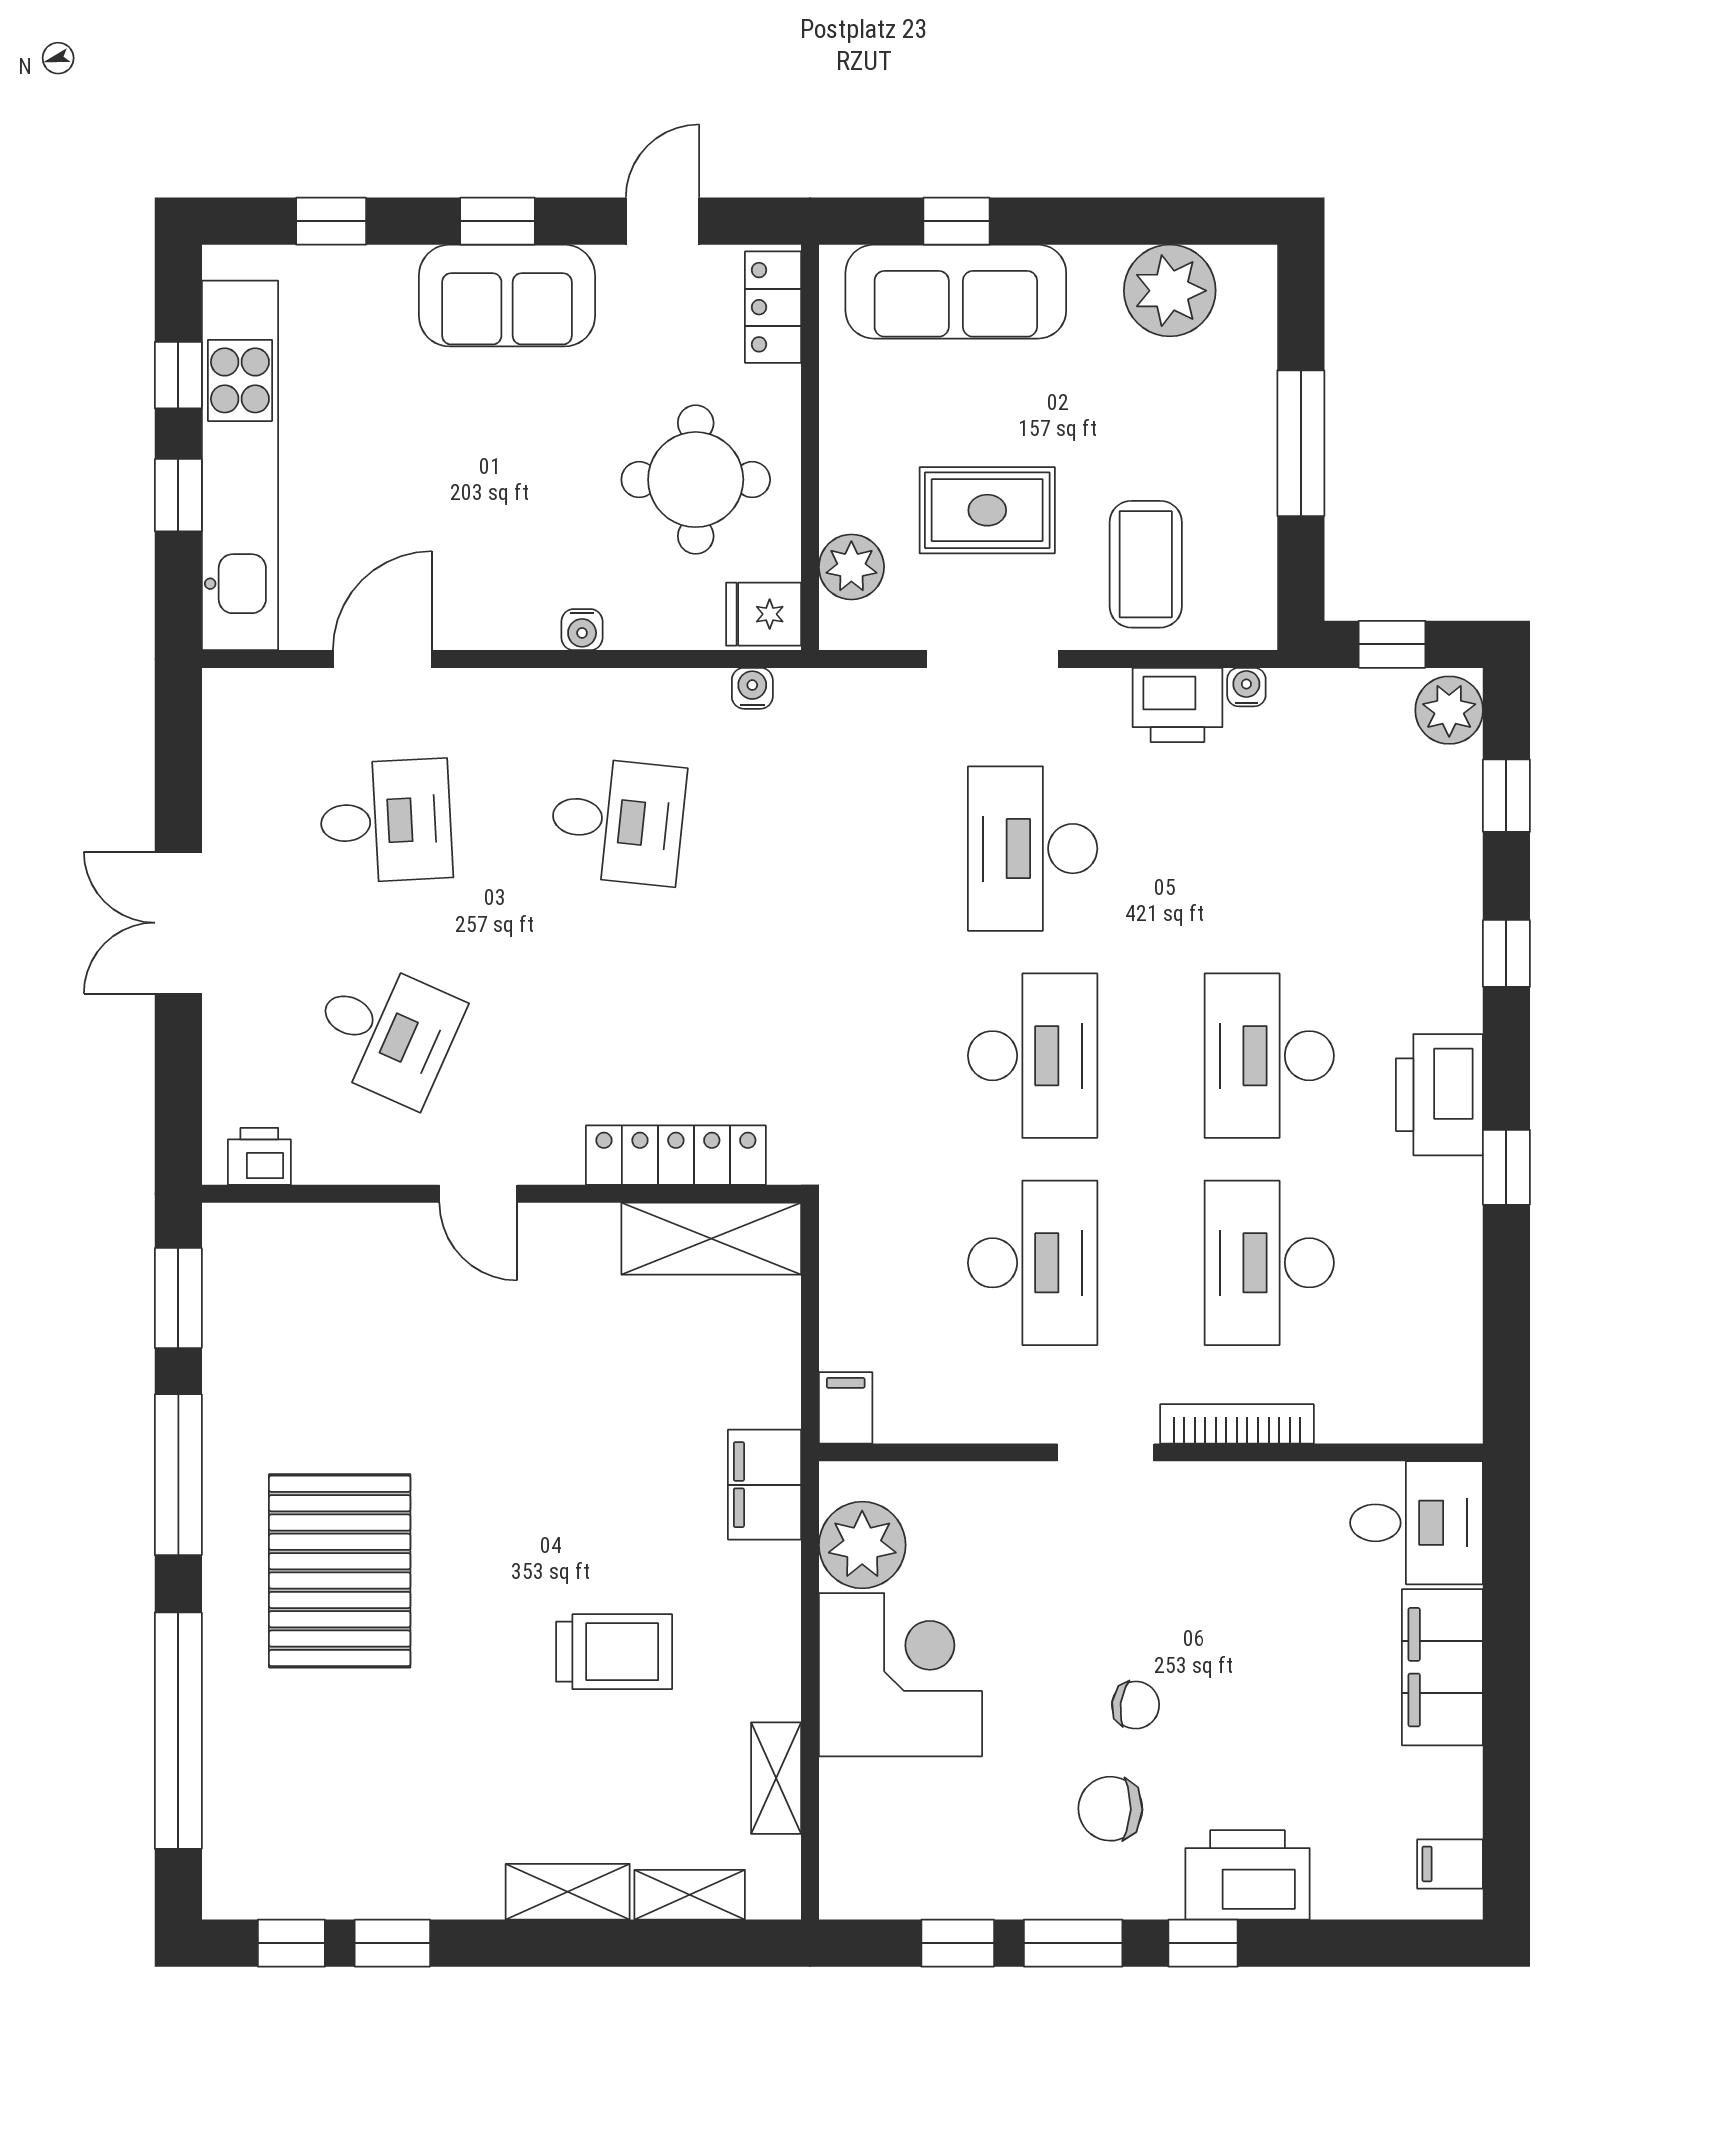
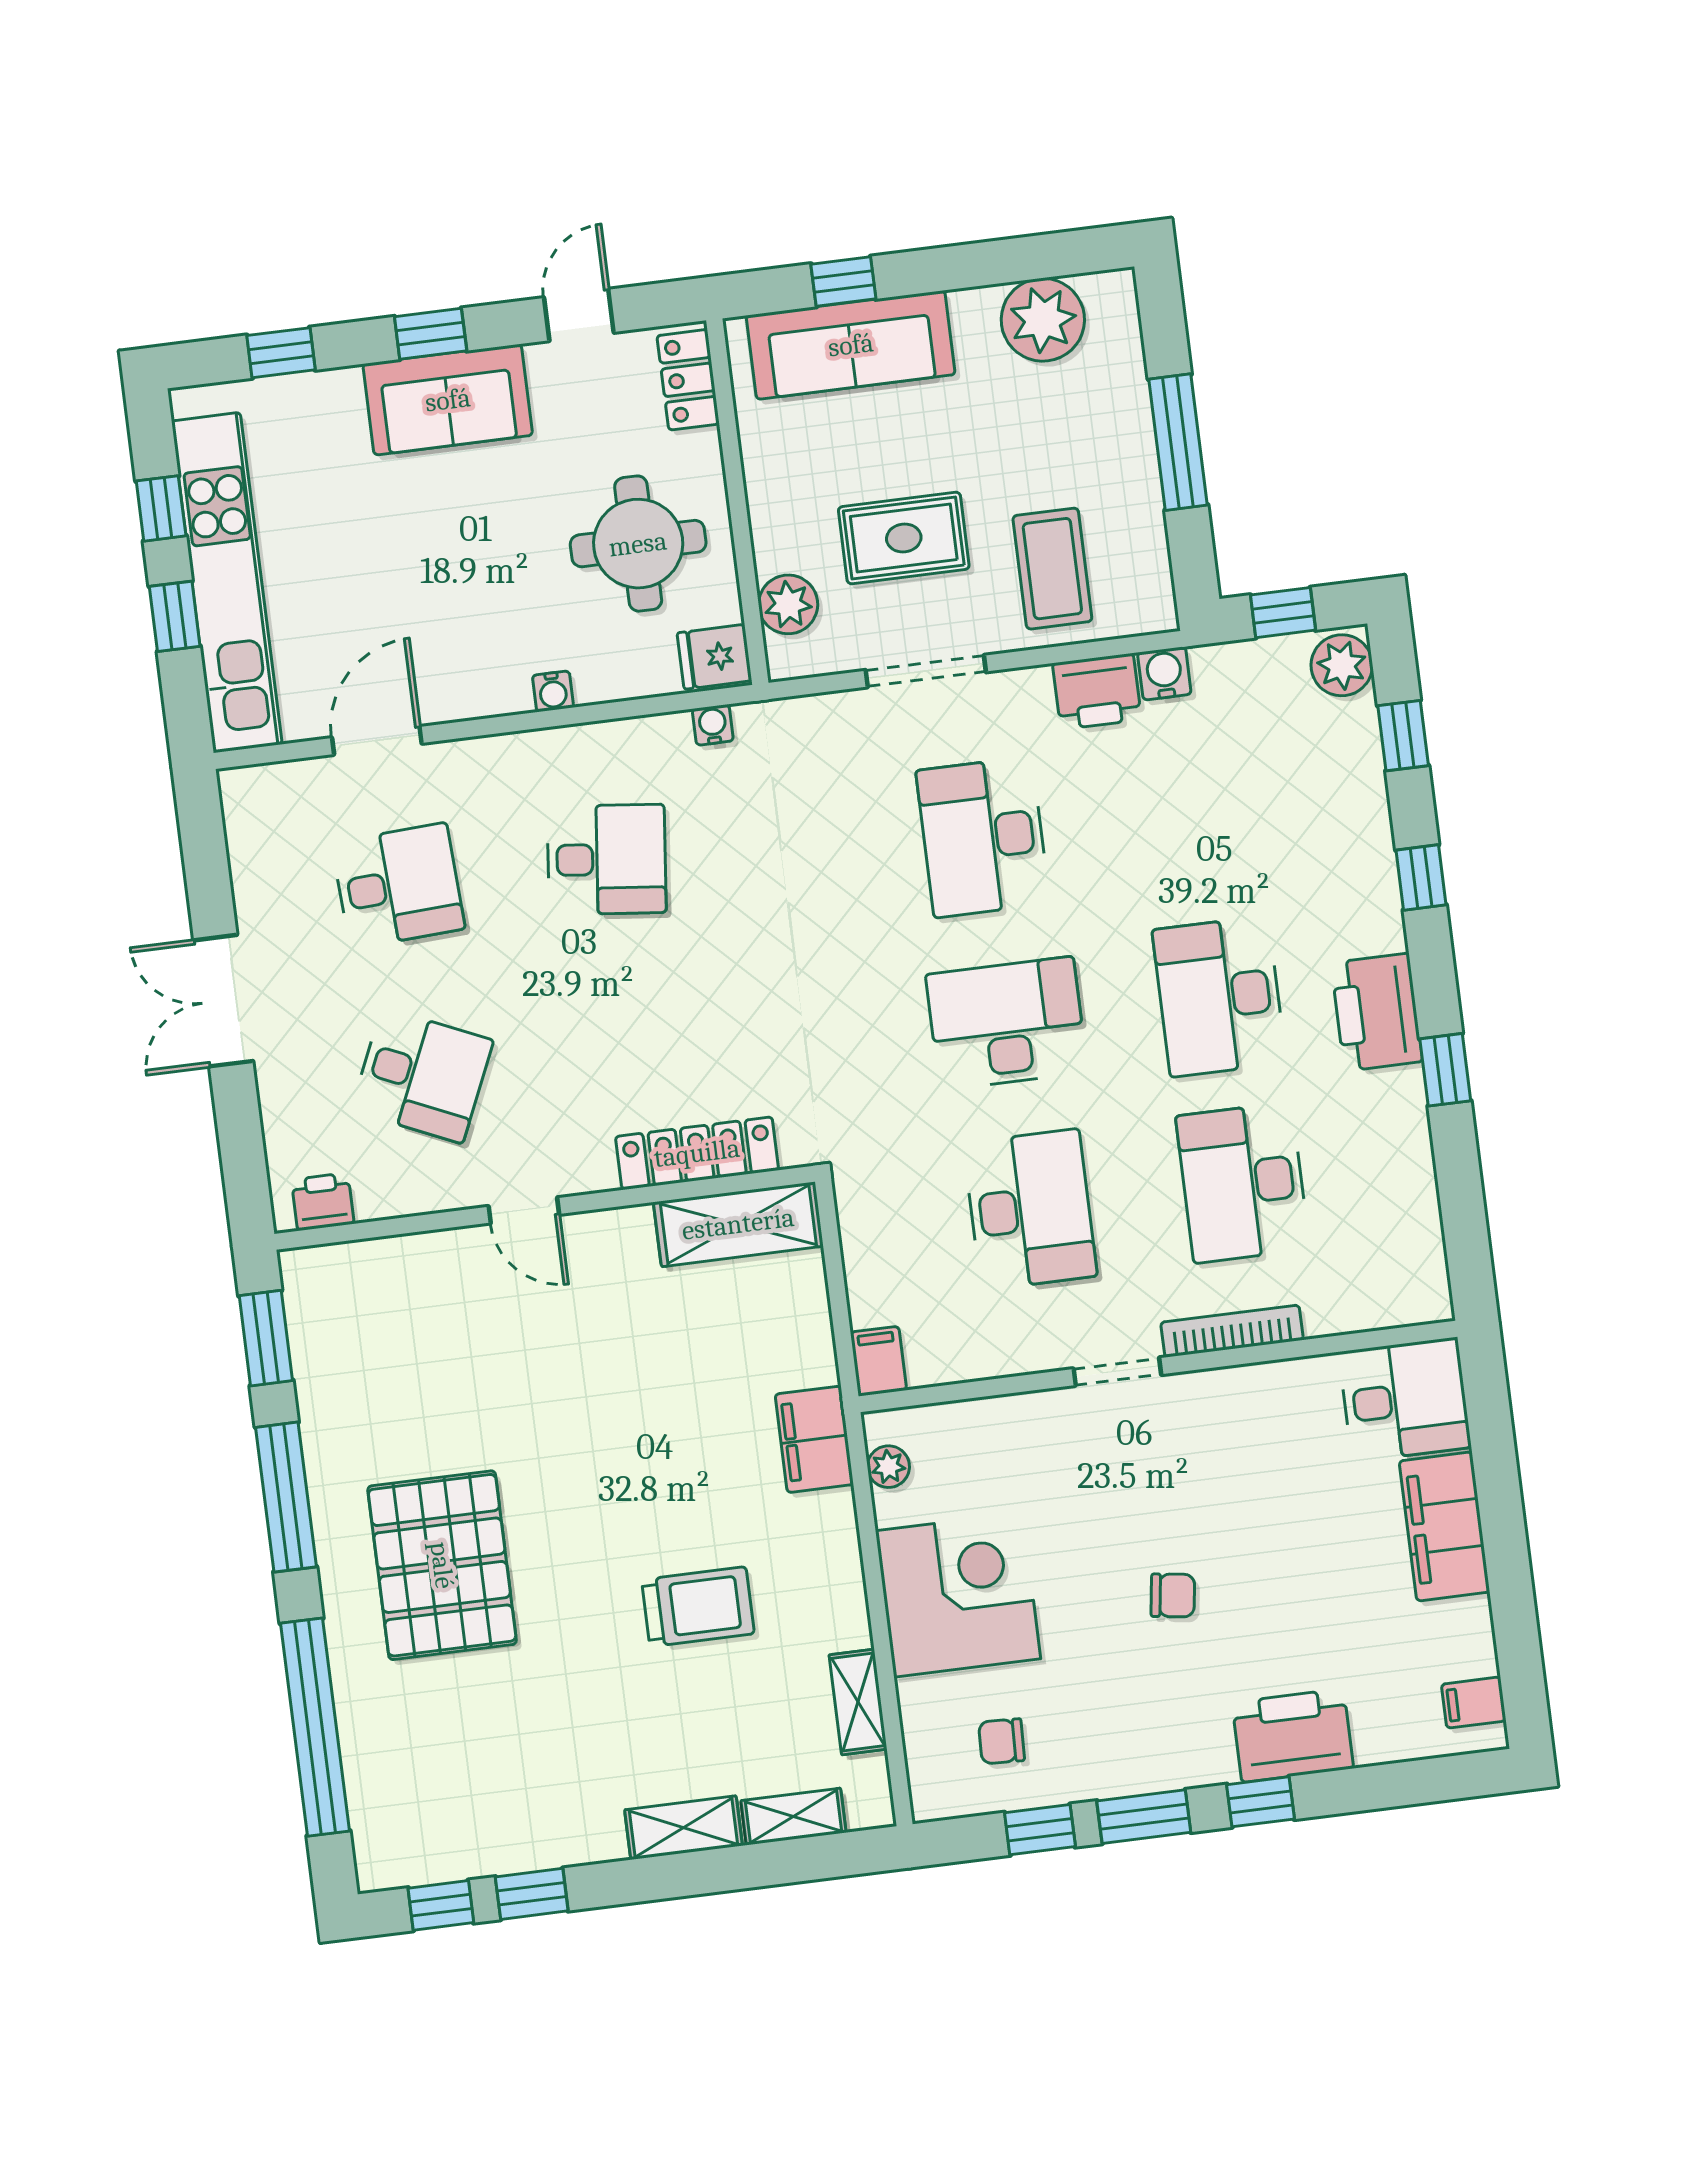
water cooler: (1246, 687) -> (1164, 673), width x1.38, depth x1.38
desk: (1033, 1056) -> (1007, 1023), turned -90
plant: (862, 1545) -> (888, 1467), width x0.53, depth x0.53
chair: (1110, 1809) -> (1002, 1741), moved, width x0.73, depth x0.73

